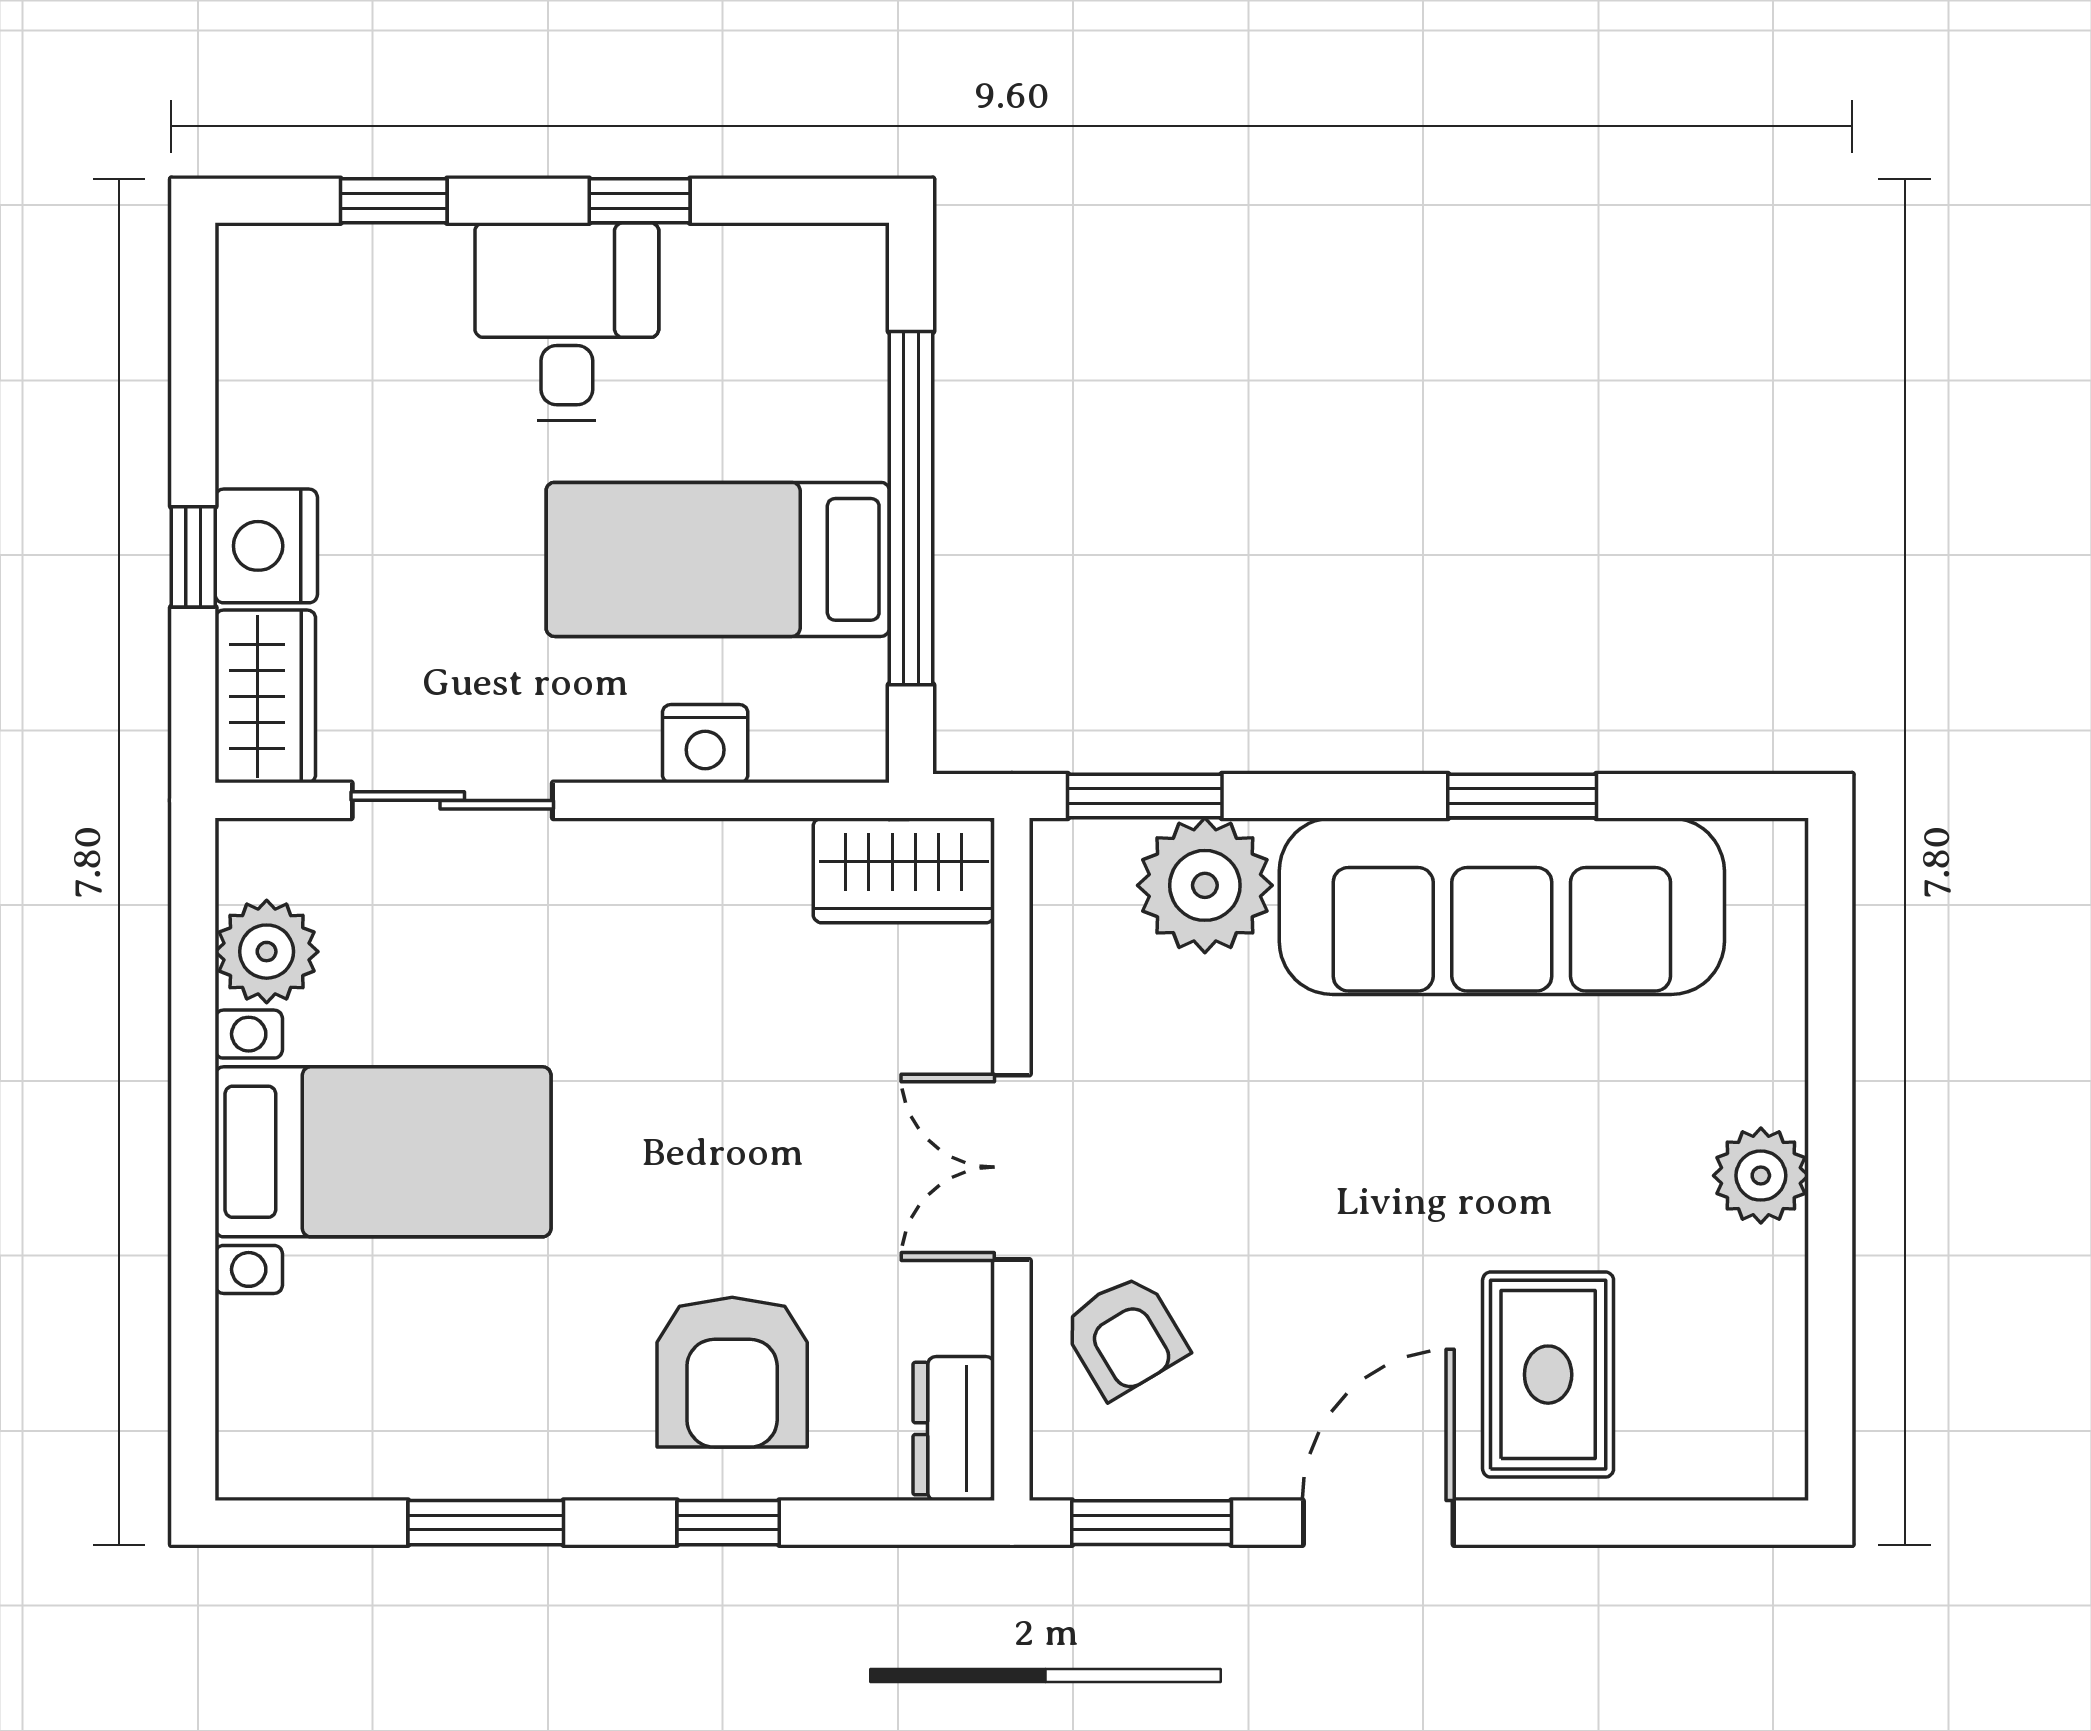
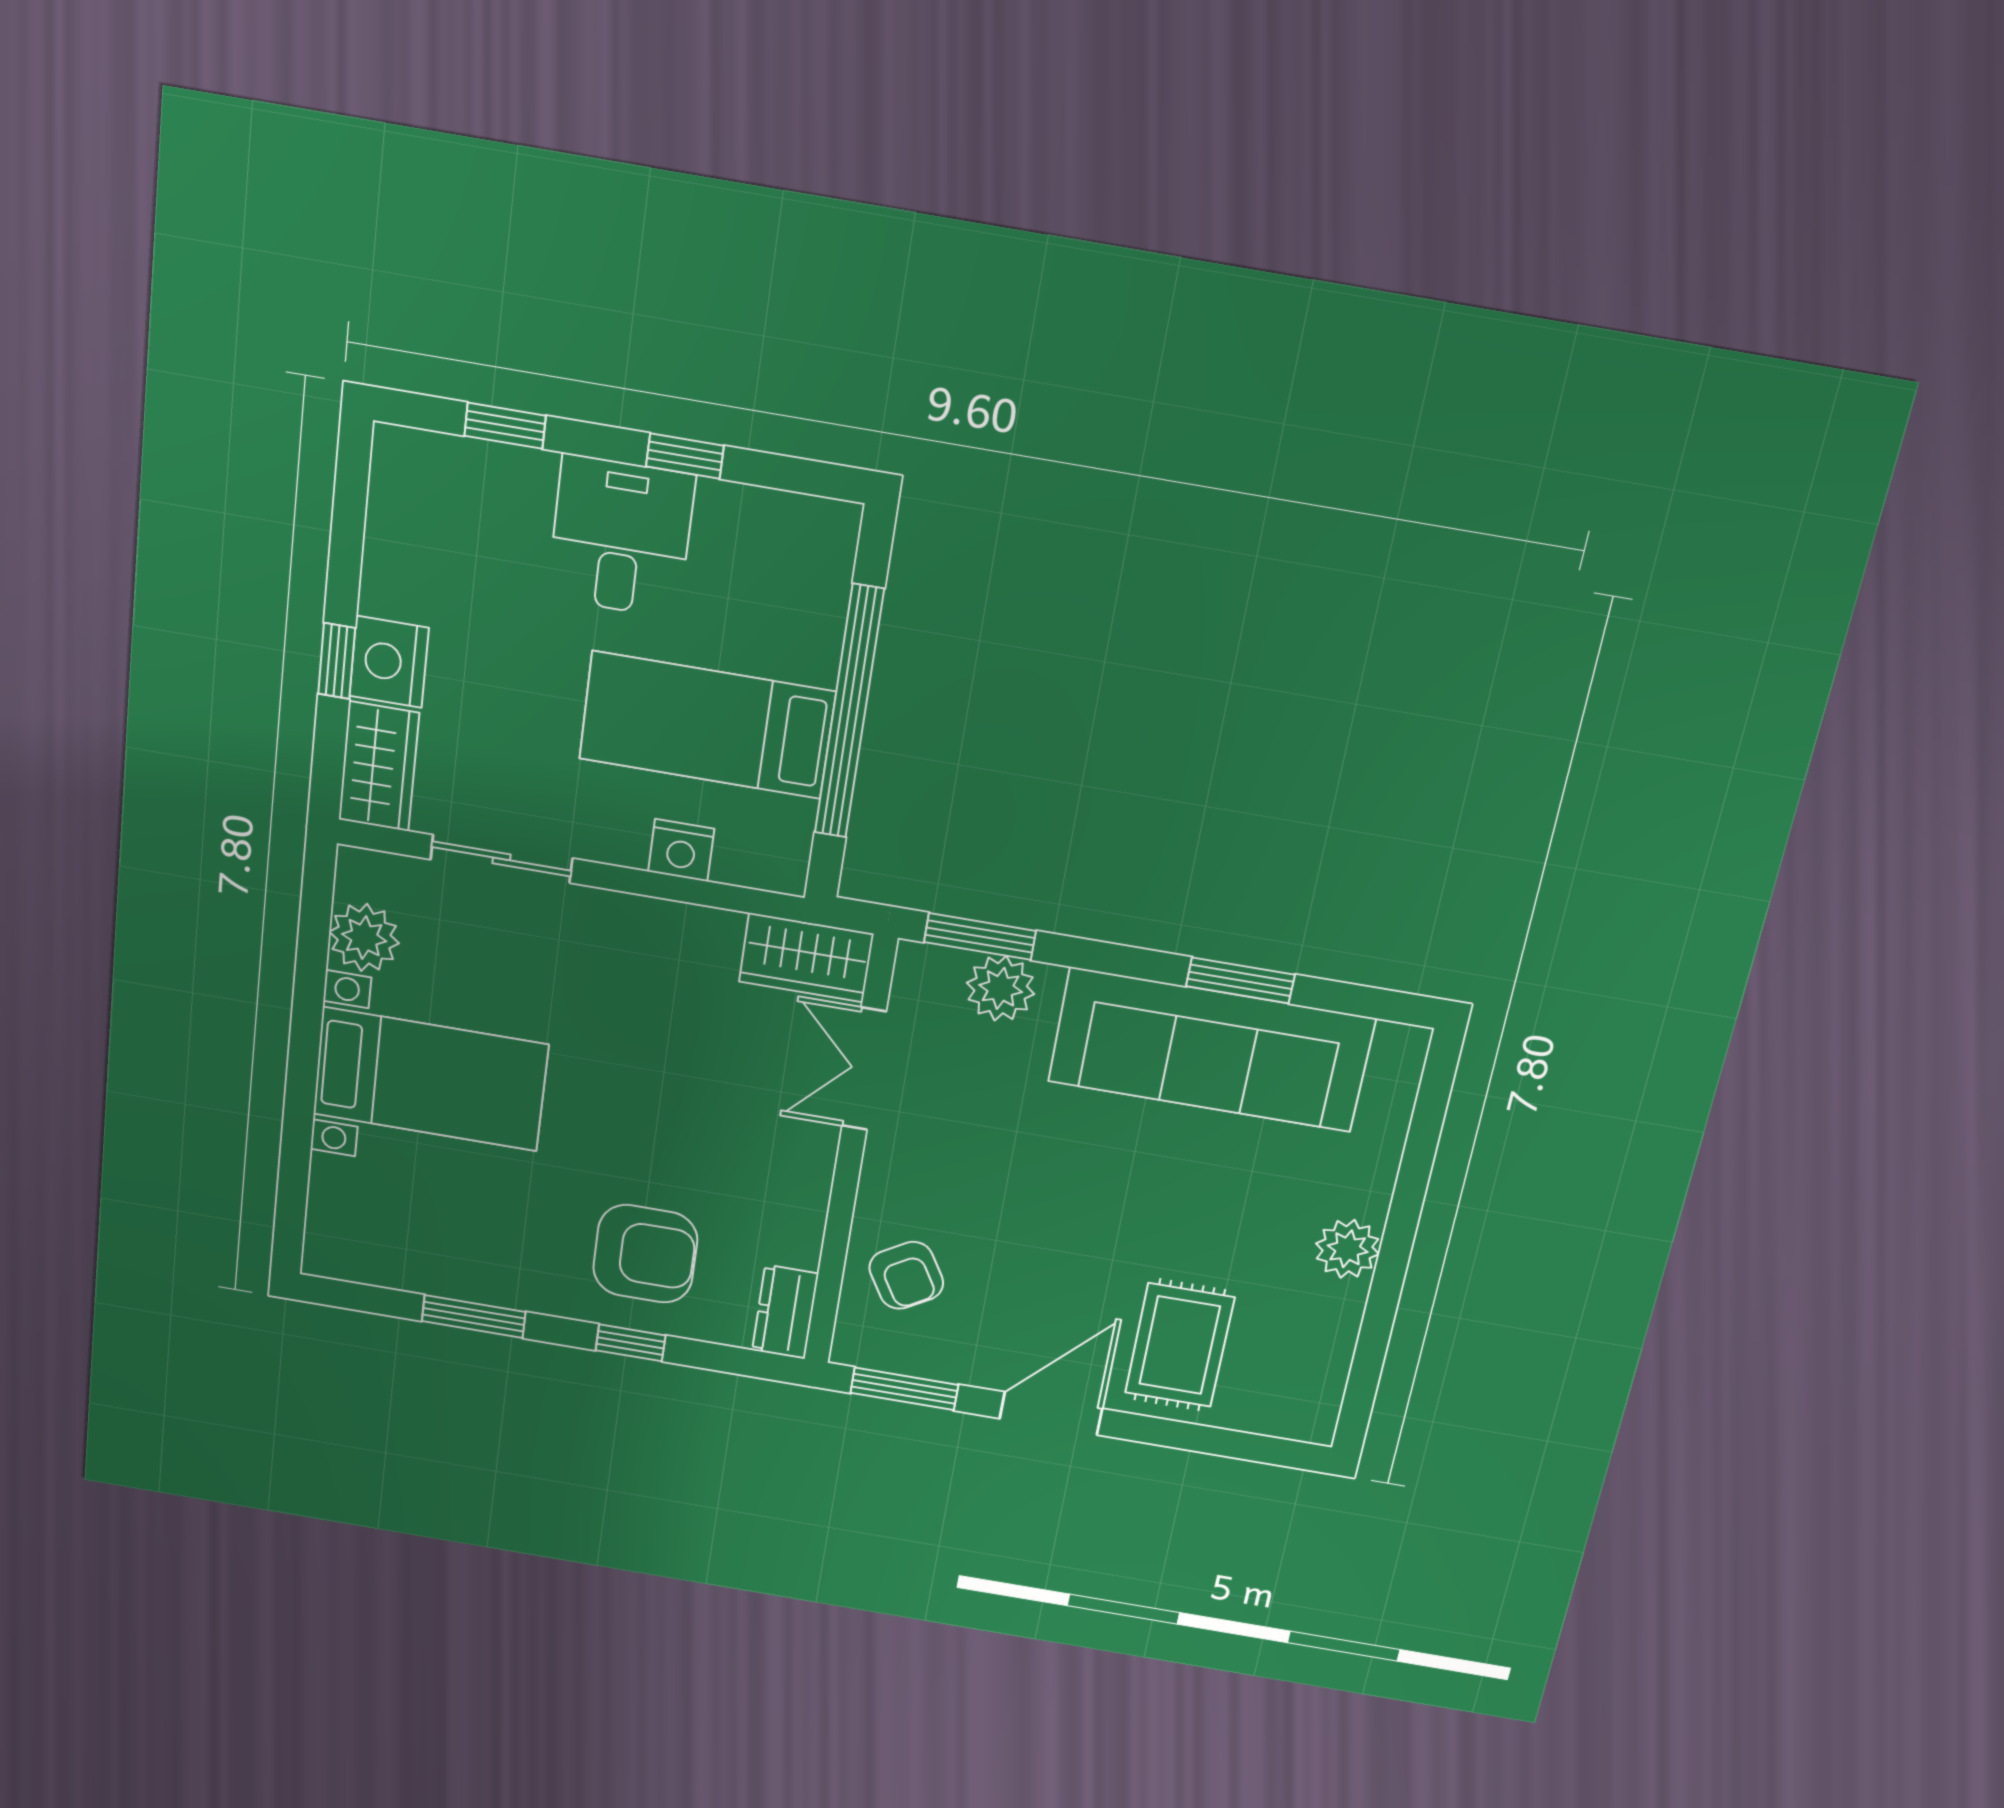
plant: (1205, 885) -> (1001, 988), width x0.73, depth x0.73
double door: (1012, 1167) -> (864, 1069), moved
armchair: (732, 1372) -> (645, 1254), turned -90

